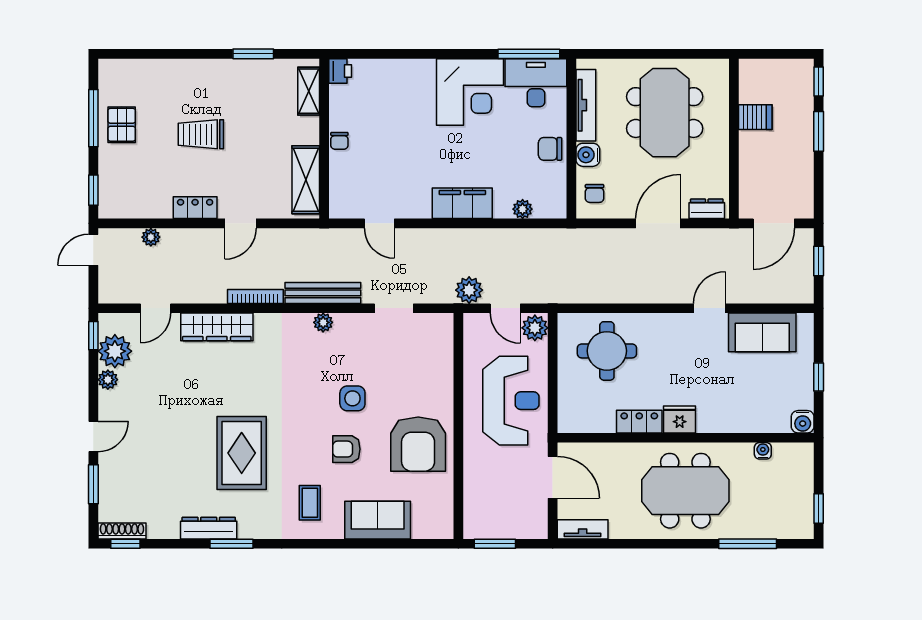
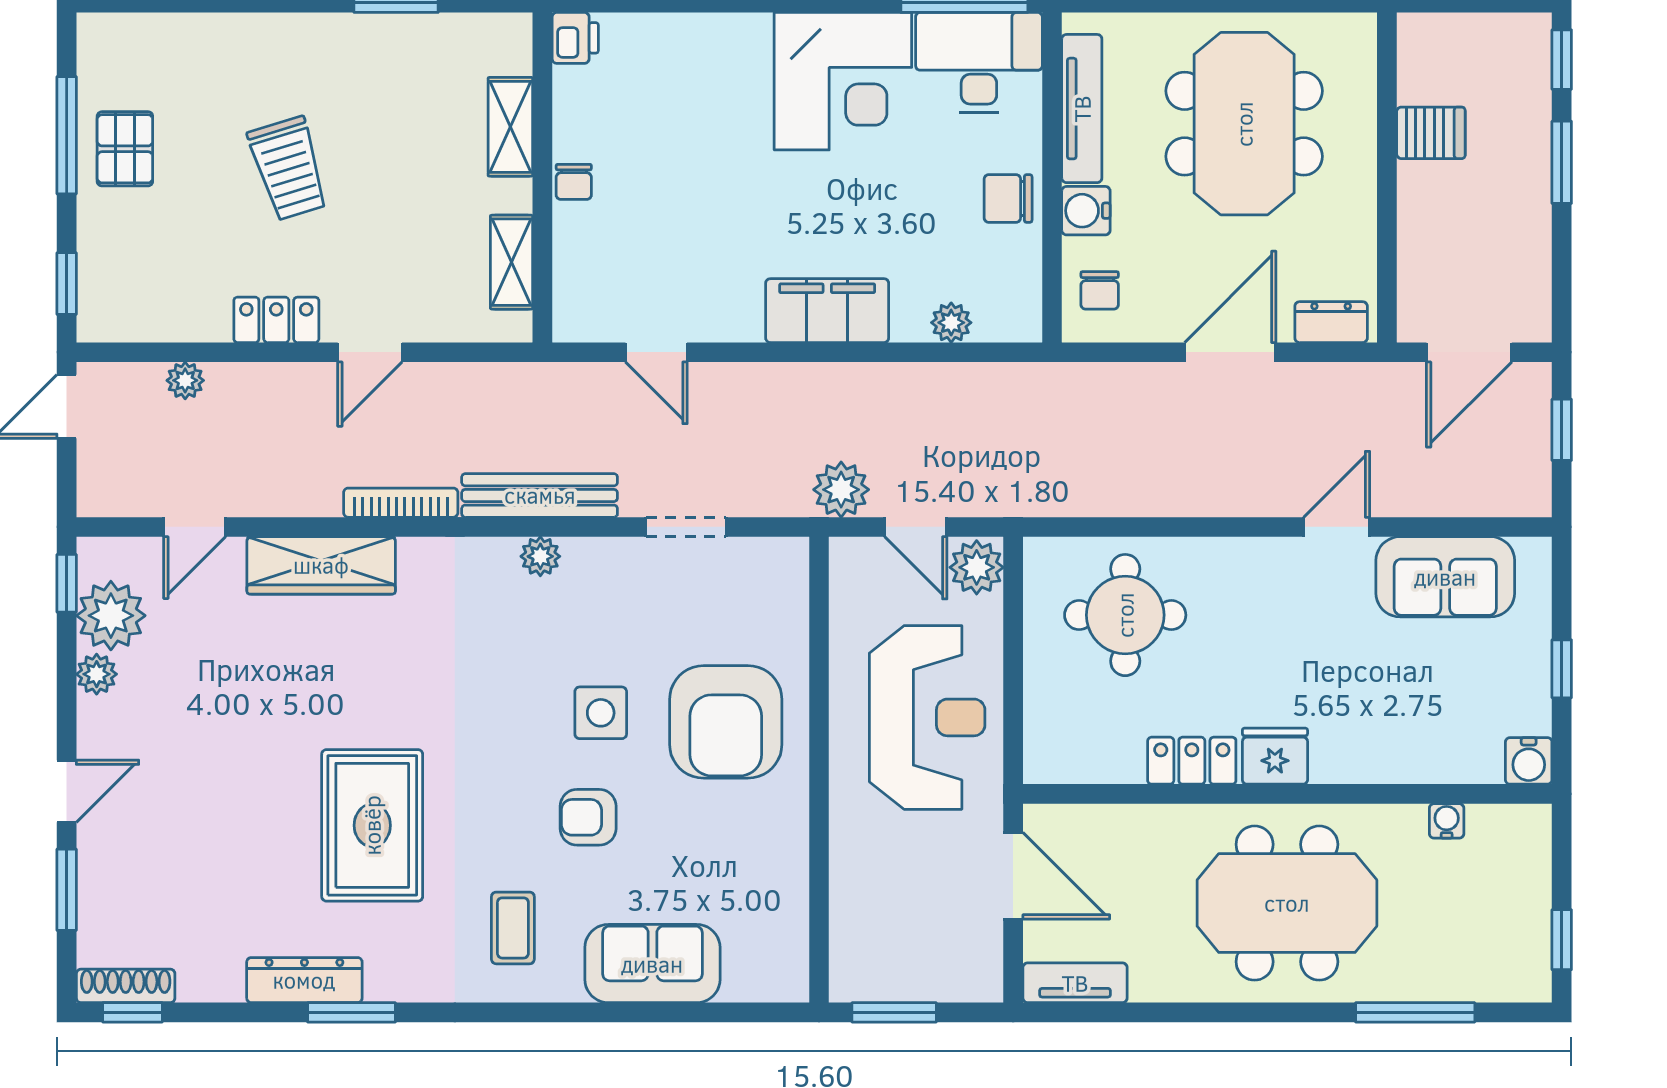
shelving: (309, 91) -> (510, 127), moved
trolley: (201, 134) -> (288, 168), turned -107
shelving: (306, 180) -> (512, 262), width x0.67, depth x0.75
armchair: (418, 444) -> (726, 722), moved

